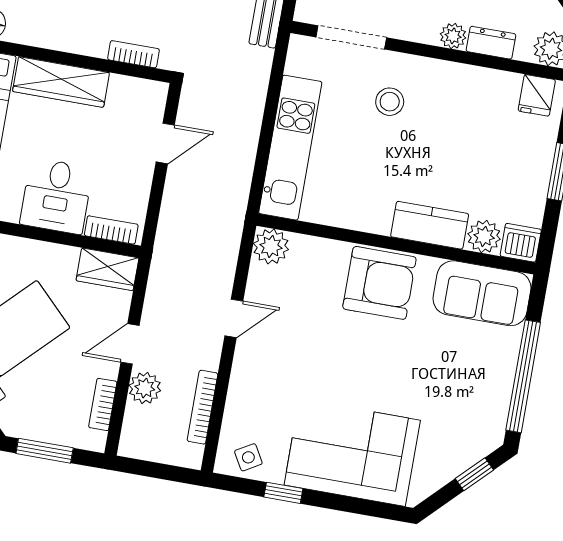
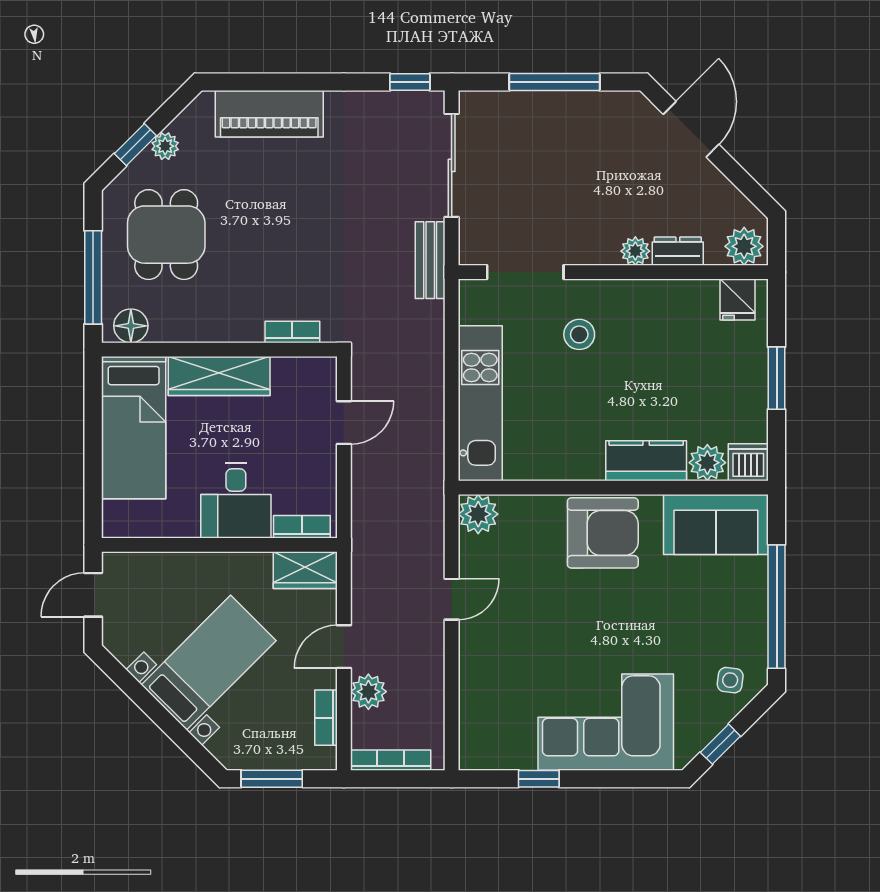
bookcase: (202, 407) -> (391, 760), moved, turned 90
side table: (248, 457) -> (730, 680), moved, turned 37
window: (474, 474) -> (720, 744), moved

